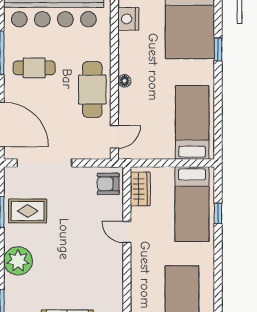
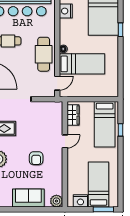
bed: (192, 122) -> (82, 64), moved, turned 90
armchair: (108, 184) -> (36, 158), moved, turned -90
door: (127, 232) -> (65, 141), swing flipped

